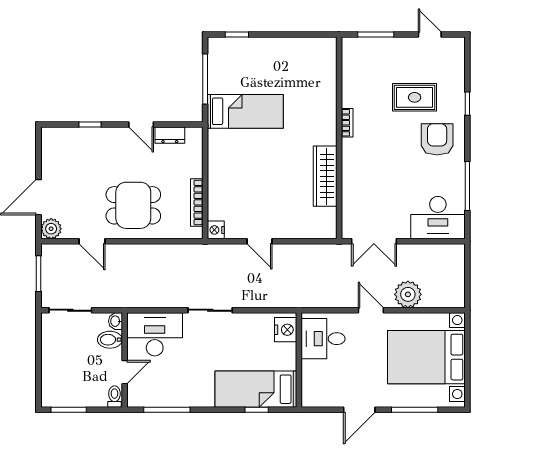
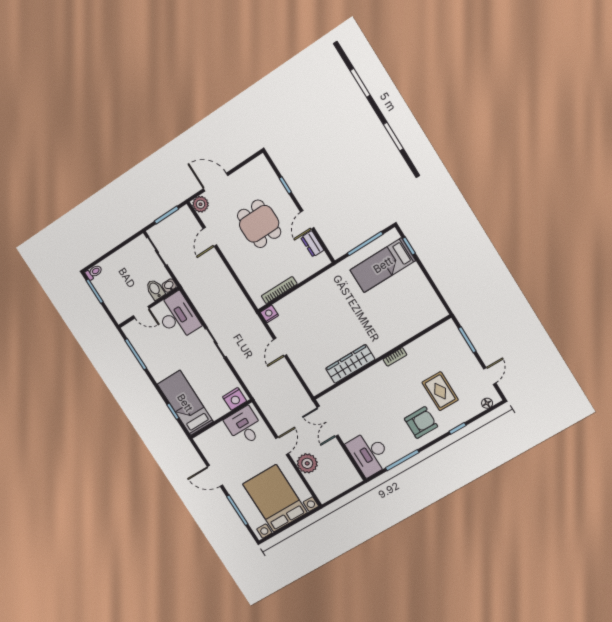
floor lamp: (458, 55) -> (487, 403), added
bed: (245, 111) -> (383, 265), moved, turned 90
dining table: (133, 205) -> (259, 224), moved
toilet: (114, 397) -> (94, 272), moved

